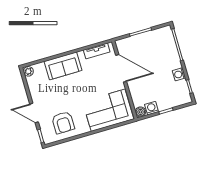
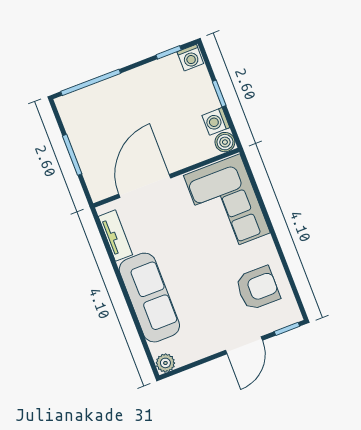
sofa: (63, 66) -> (149, 298), width x1.36
washing machine: (179, 74) -> (190, 58), moved

